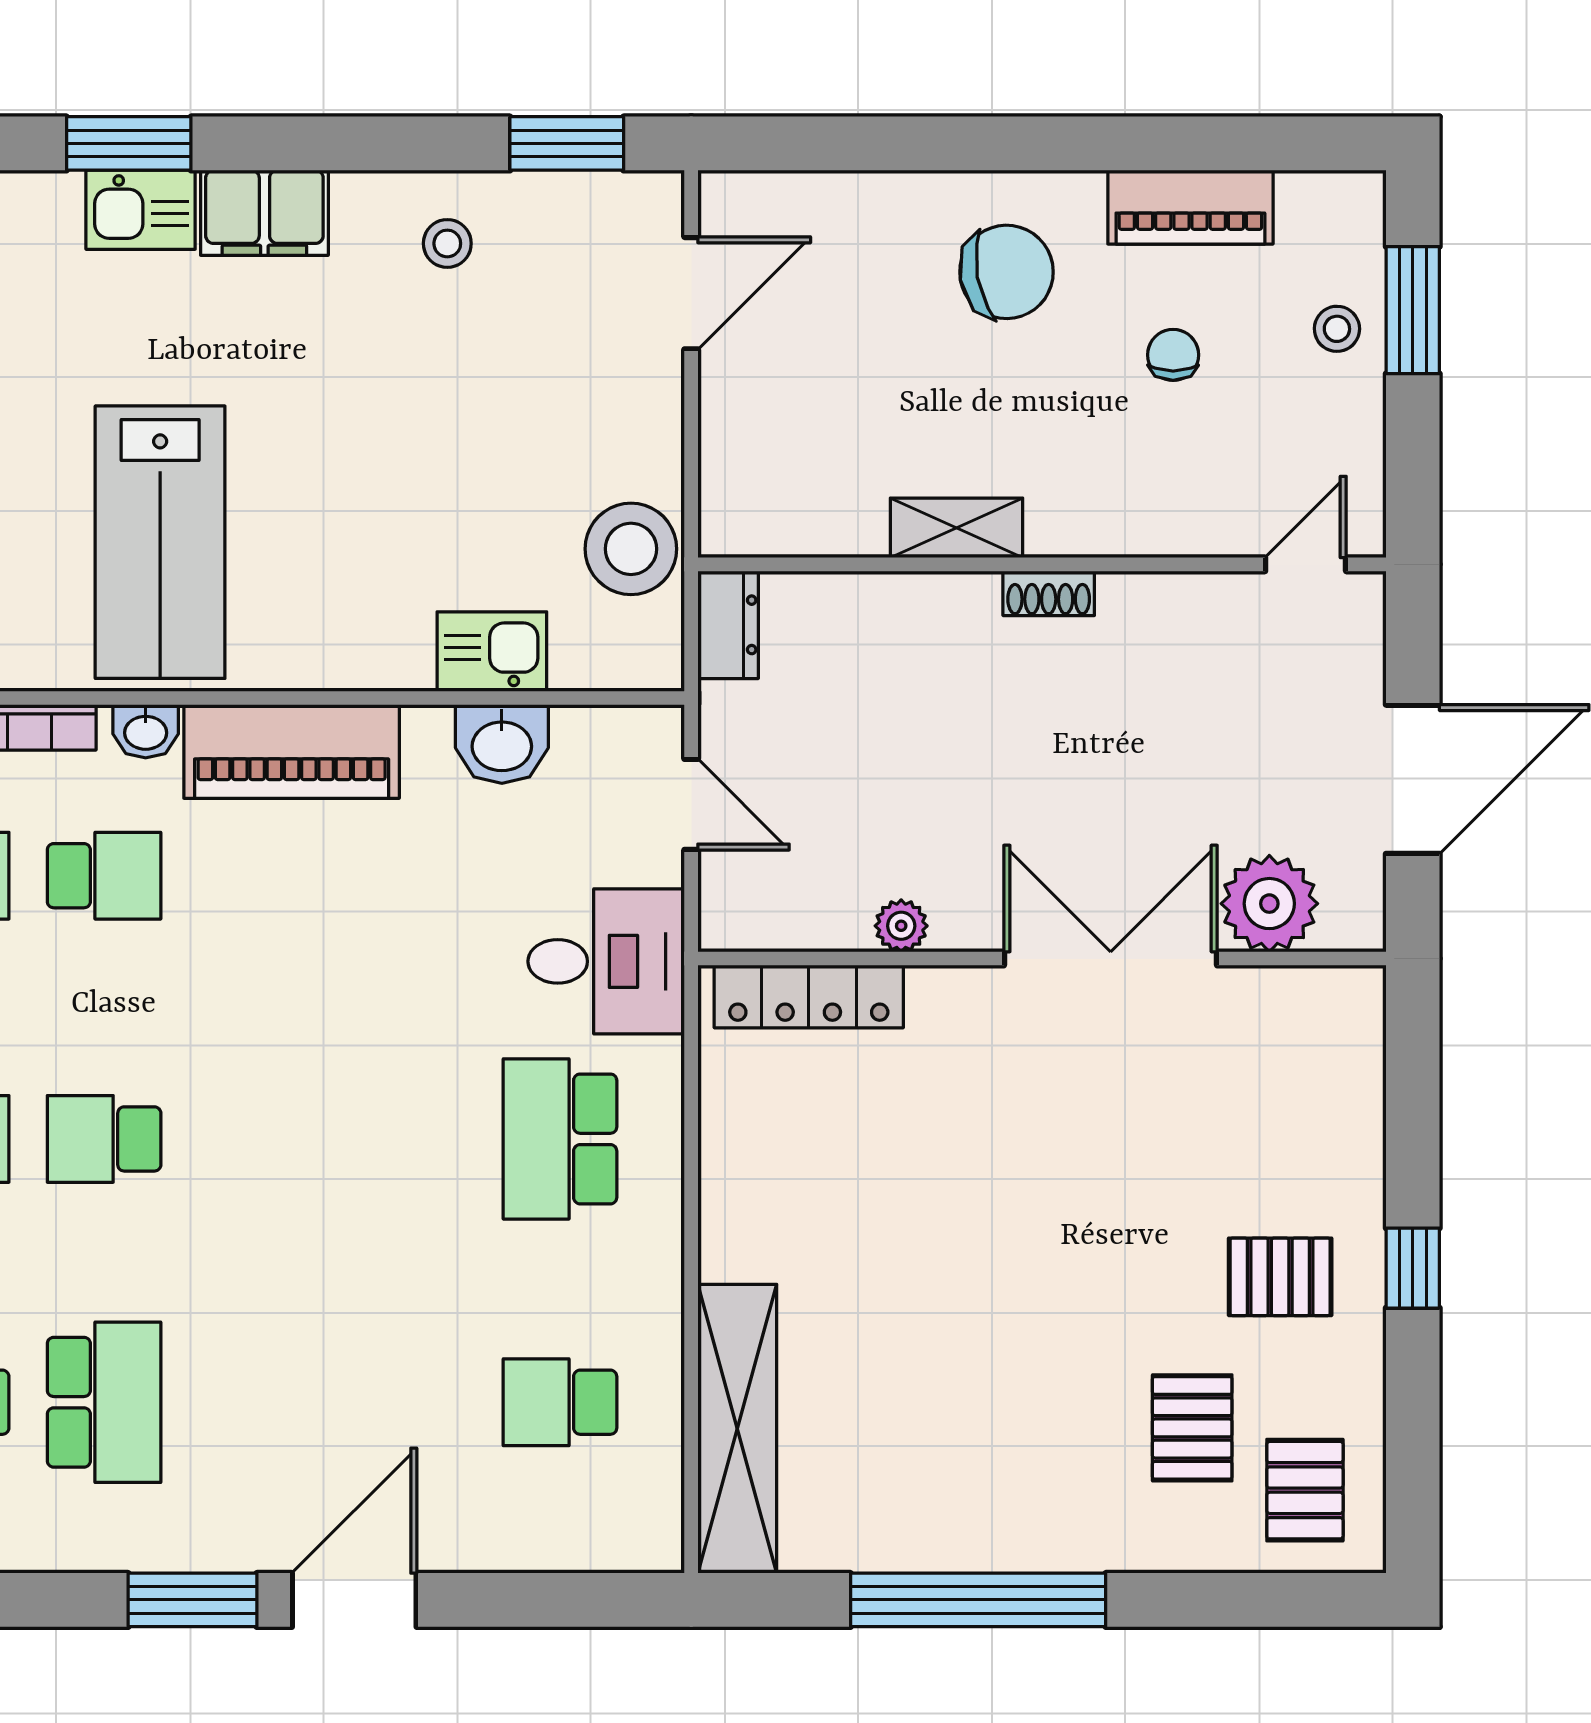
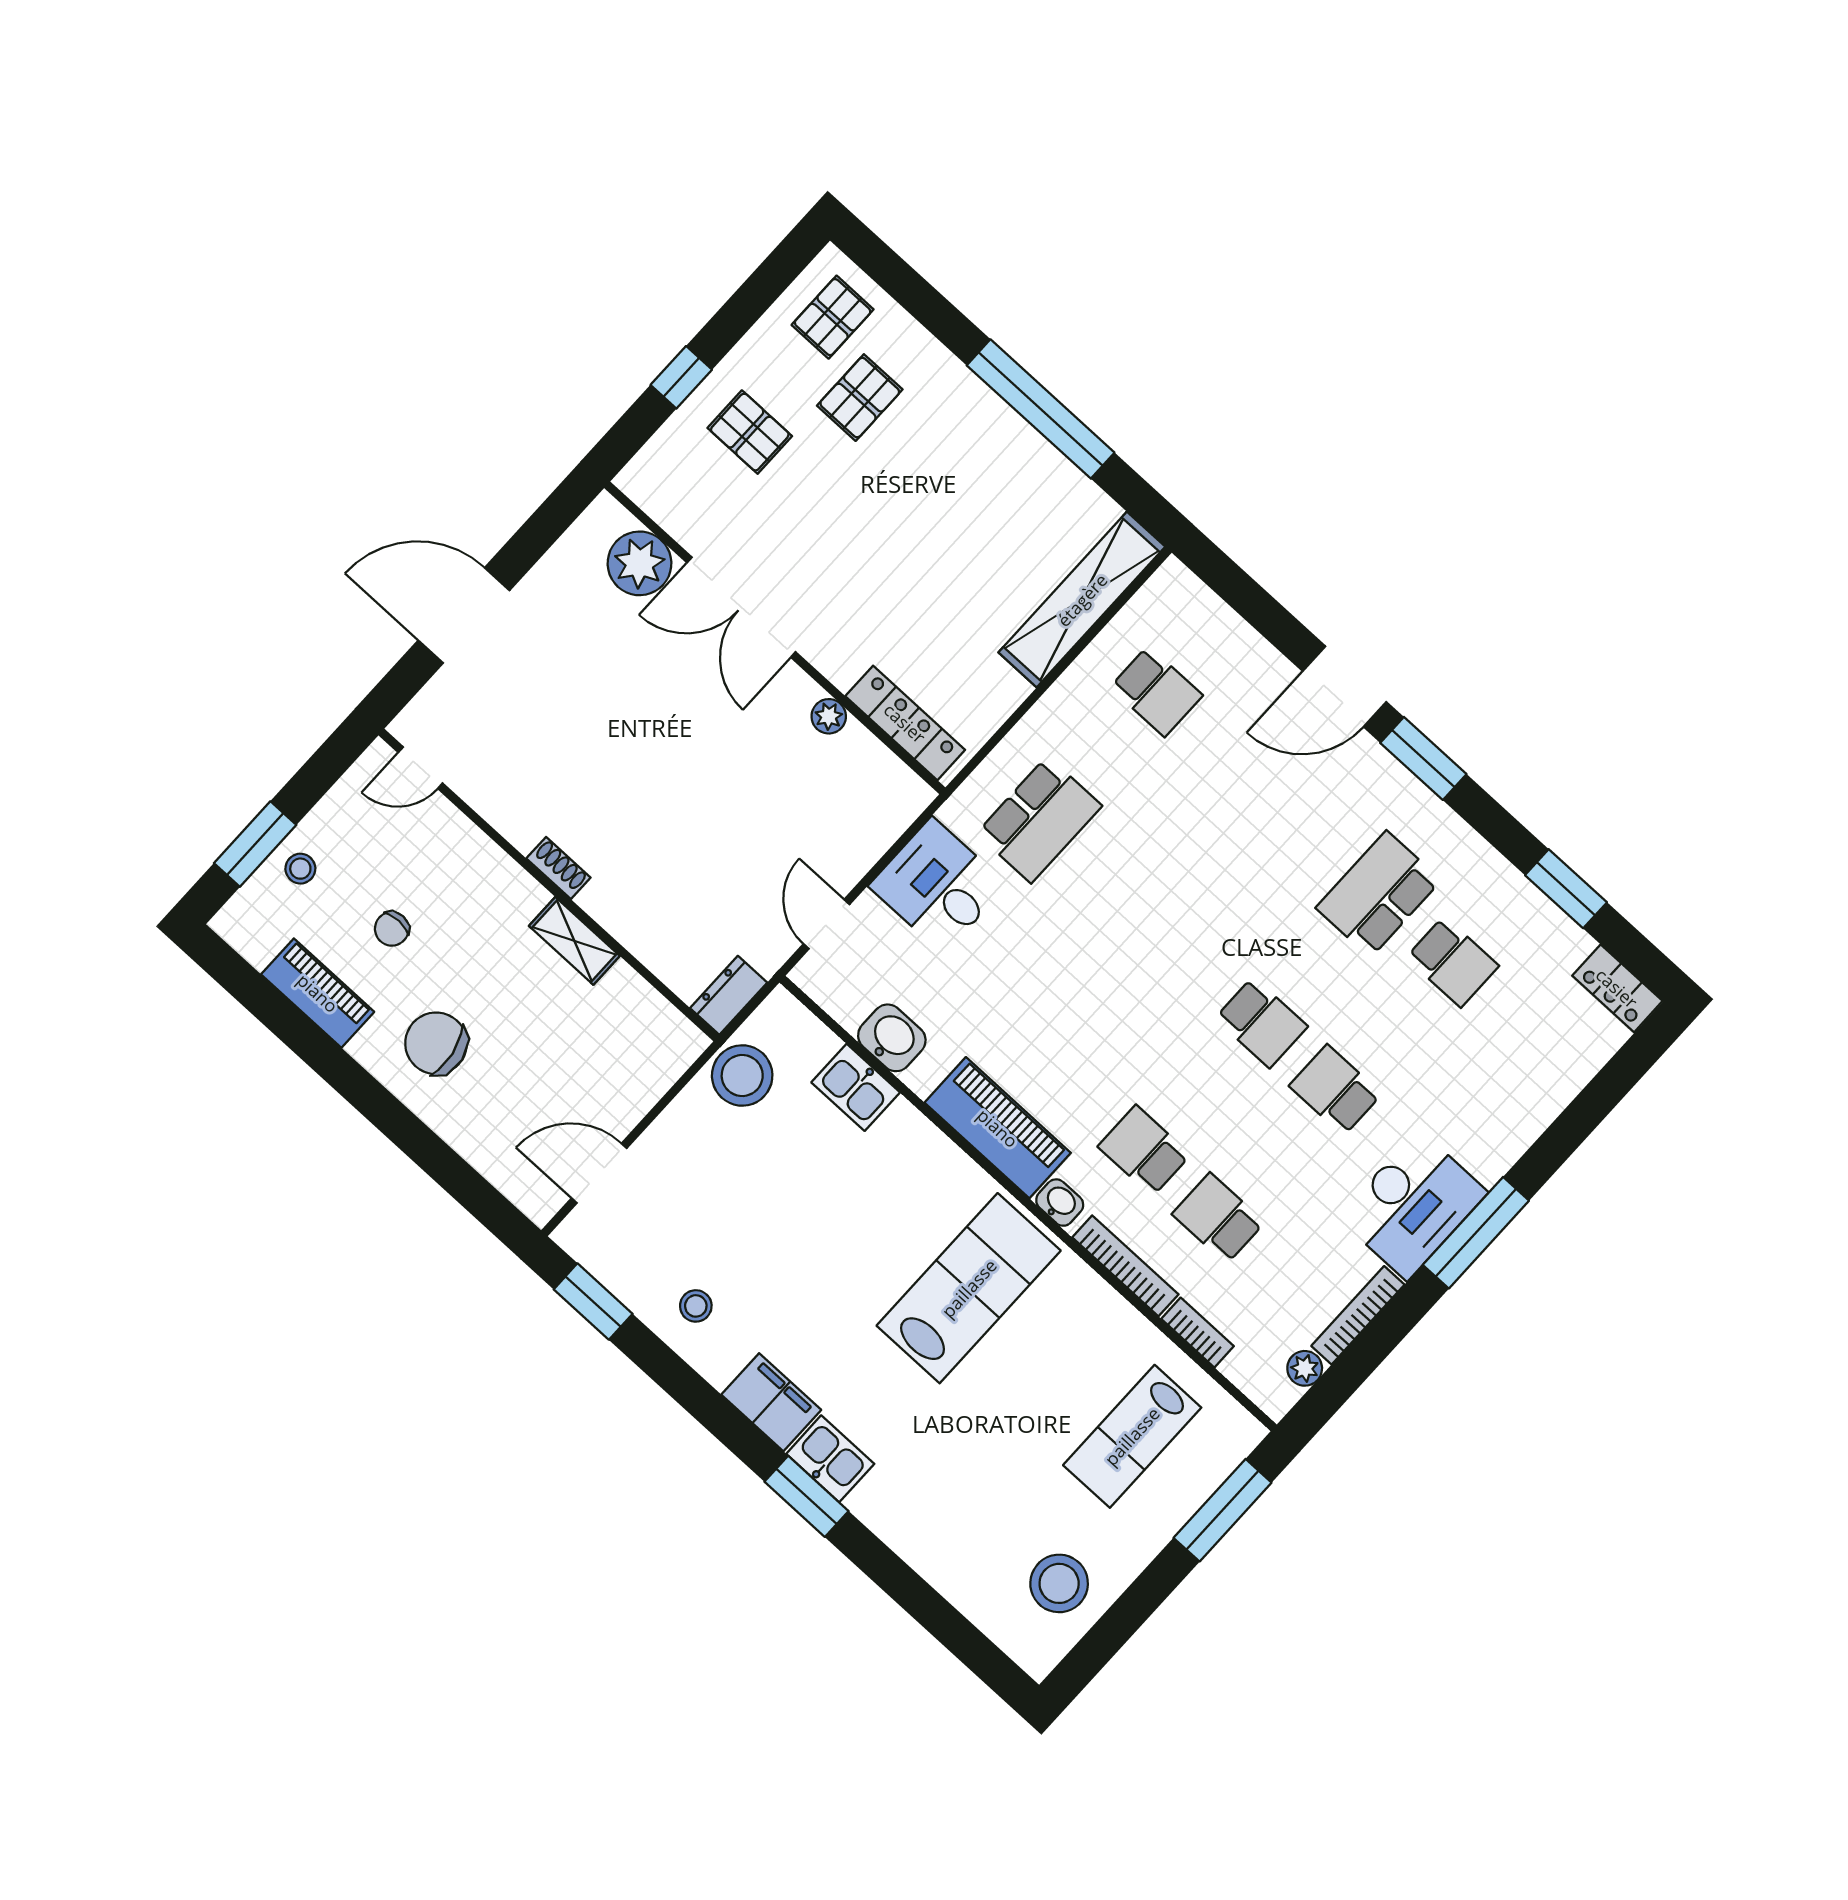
plant: (1269, 904) -> (639, 563), moved
plant: (901, 926) -> (829, 716), moved
wall: (1042, 959) -> (775, 638), moved
double door: (1111, 959) -> (741, 607), moved
locker: (809, 997) -> (905, 723), moved

